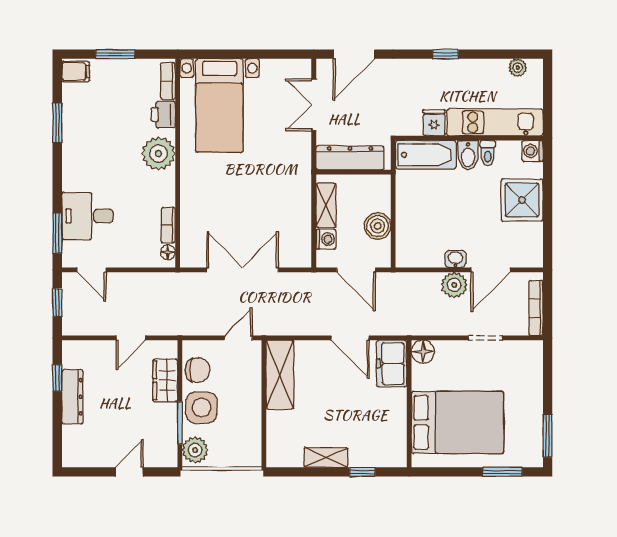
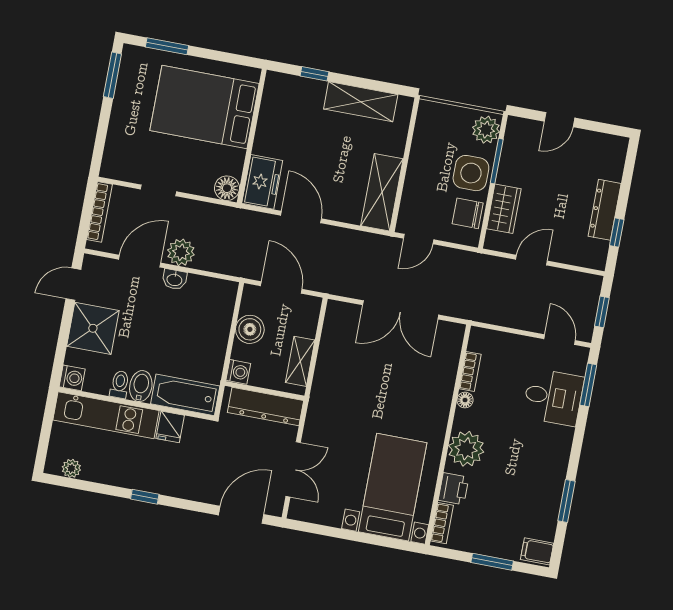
door: (548, 237) -> (73, 284), added
washing machine: (326, 239) -> (238, 372), moved, turned 180
floor lamp: (168, 252) -> (465, 400), moved
shelving: (326, 457) -> (361, 102), width x1.50, depth x1.33

